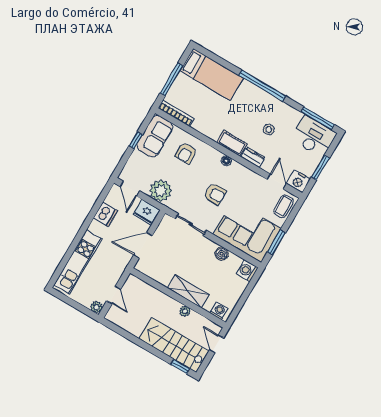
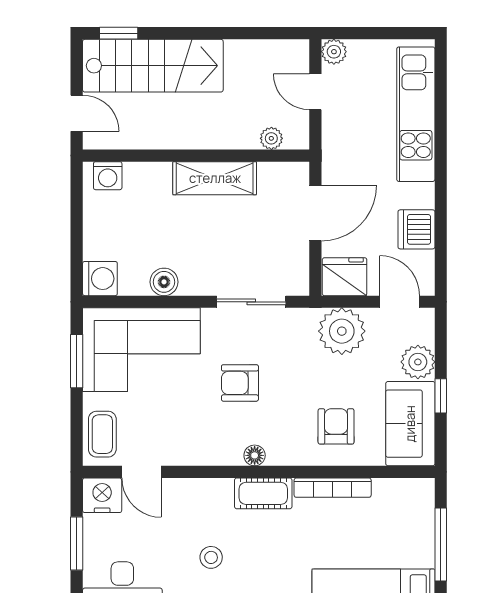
bookcase: (176, 113) -> (333, 488), moved
dresser: (253, 157) -> (210, 490), removed
plant: (137, 160) -> (418, 362), added
shelving: (188, 291) -> (215, 178), moved
plant: (185, 311) -> (271, 138), moved

